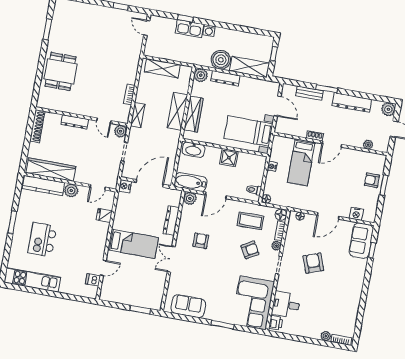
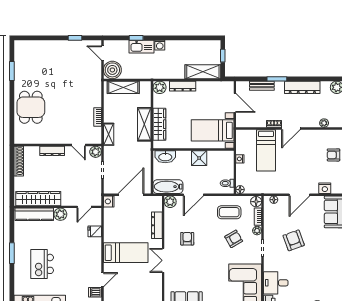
boiler: (221, 60) -> (112, 70), moved

